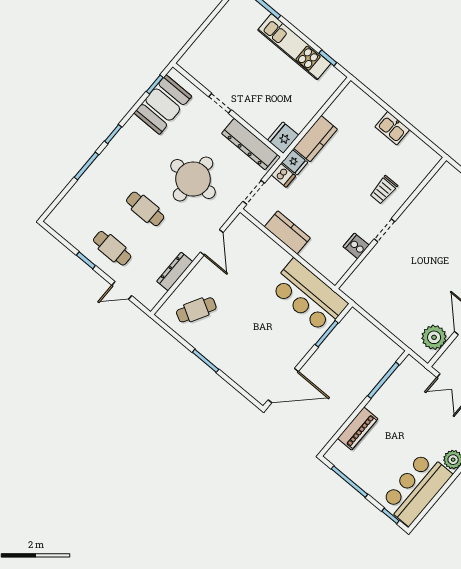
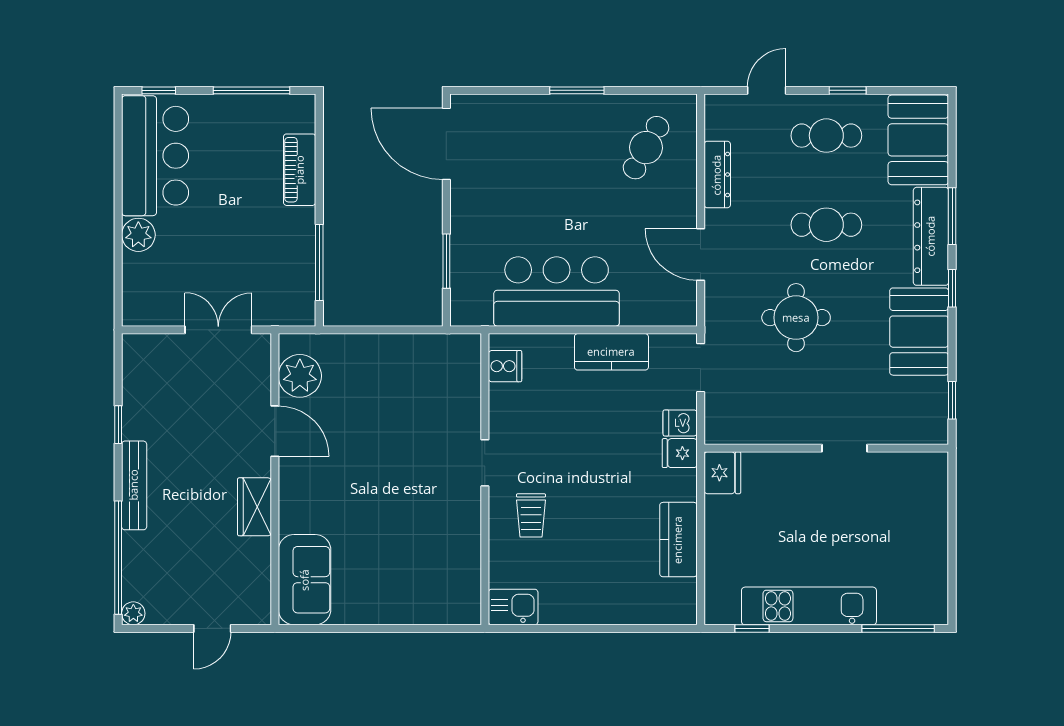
booth: (163, 105) -> (919, 332), moved
kitchen sink: (392, 128) -> (513, 607), moved
kitchen counter: (315, 139) -> (678, 540), moved
dresser: (250, 144) -> (931, 236), moved, turned -90
round table: (193, 179) -> (796, 318), width x0.73, depth x0.73
trolley: (384, 190) -> (531, 515), turned 180
booth: (73, 212) -> (918, 140), added
cooker: (356, 246) -> (505, 366), moved
bar counter: (309, 296) -> (557, 291), moved
door: (283, 386) -> (446, 144), hinge flipped

